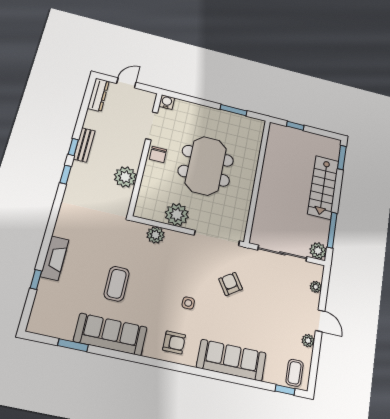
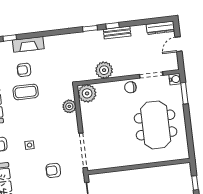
door: (126, 83) -> (178, 44), swing flipped
window: (234, 110) -> (184, 93), moved
meeting table: (206, 166) -> (156, 125), moved, turned 90
plant: (177, 215) -> (87, 93), moved
armchair: (86, 276) -> (24, 70), added
armchair: (231, 284) -> (53, 170), turned -146

